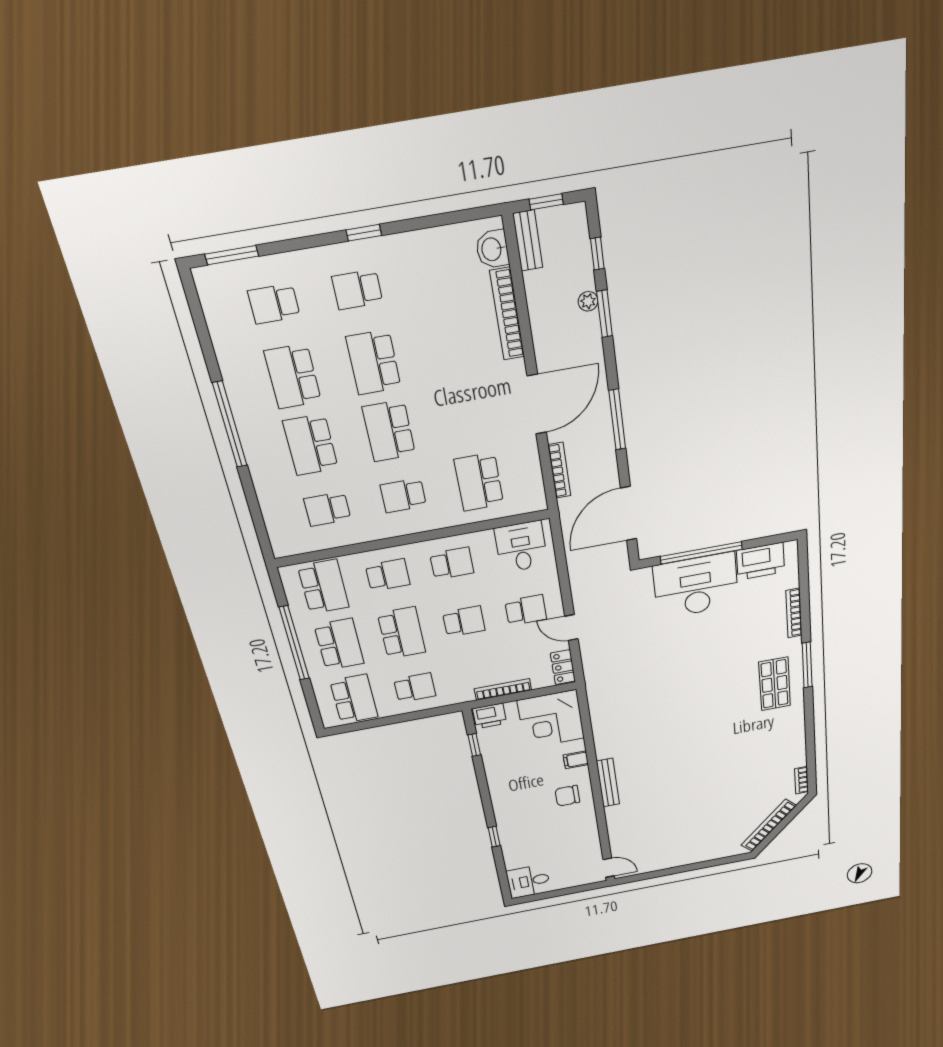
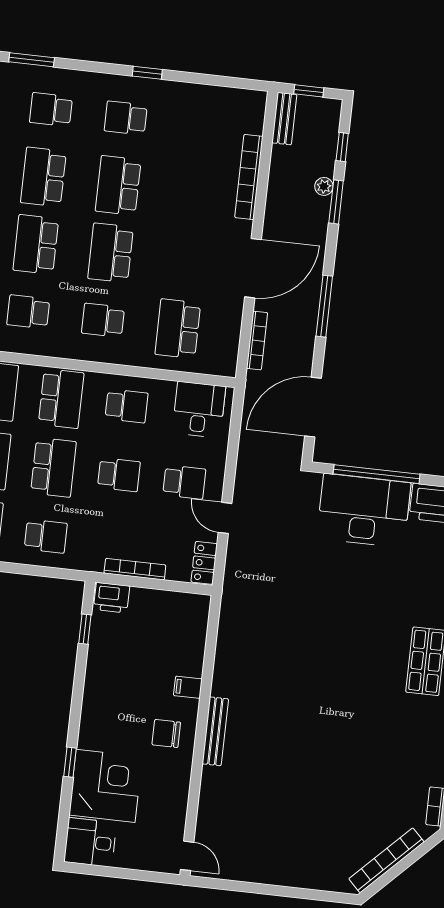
washbasin: (492, 249) -> (252, 117), removed
school desk: (388, 575) -> (61, 399), width x1.85
corner desk: (551, 719) -> (106, 786), moved, turned 180

